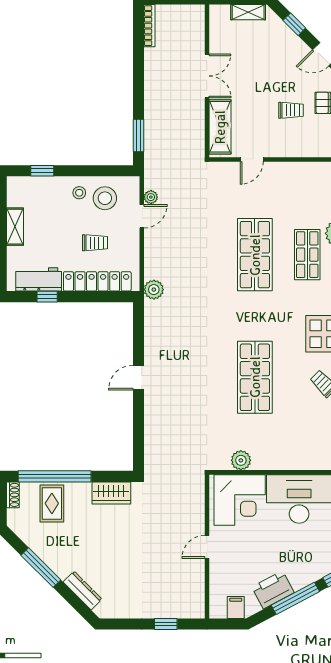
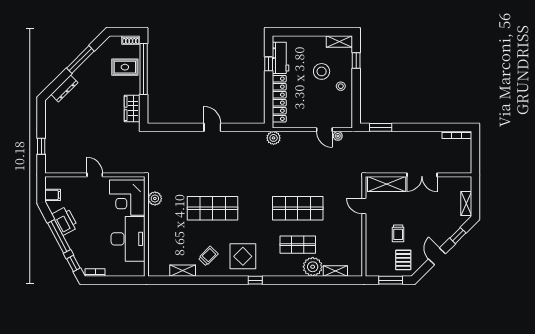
stool: (105, 198) -> (322, 71), moved
shelving: (15, 227) -> (339, 41), moved
trolley: (95, 243) -> (306, 97), removed

